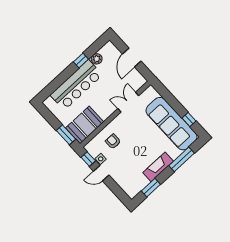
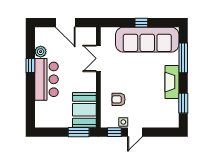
bar counter: (76, 85) -> (46, 79), width x0.73
window: (189, 119) -> (141, 23), moved

